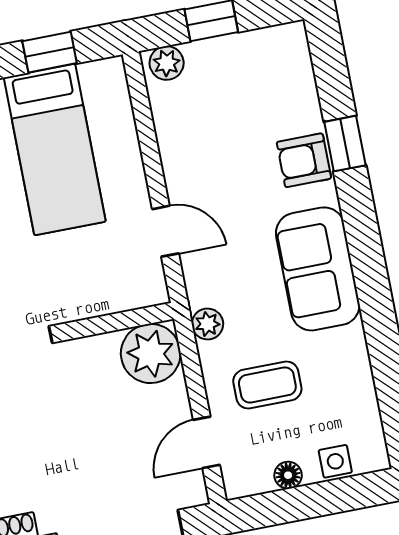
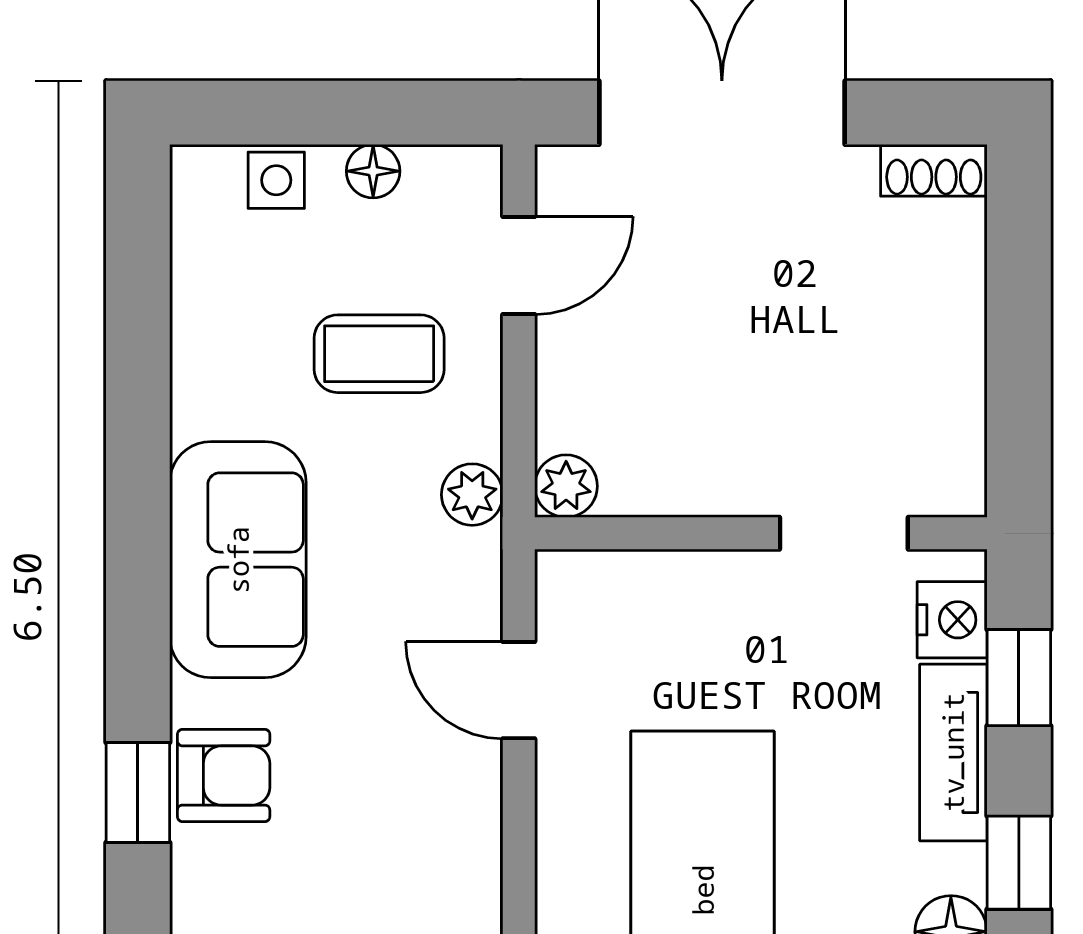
plant: (151, 354) -> (566, 486), width x0.53, depth x0.53

